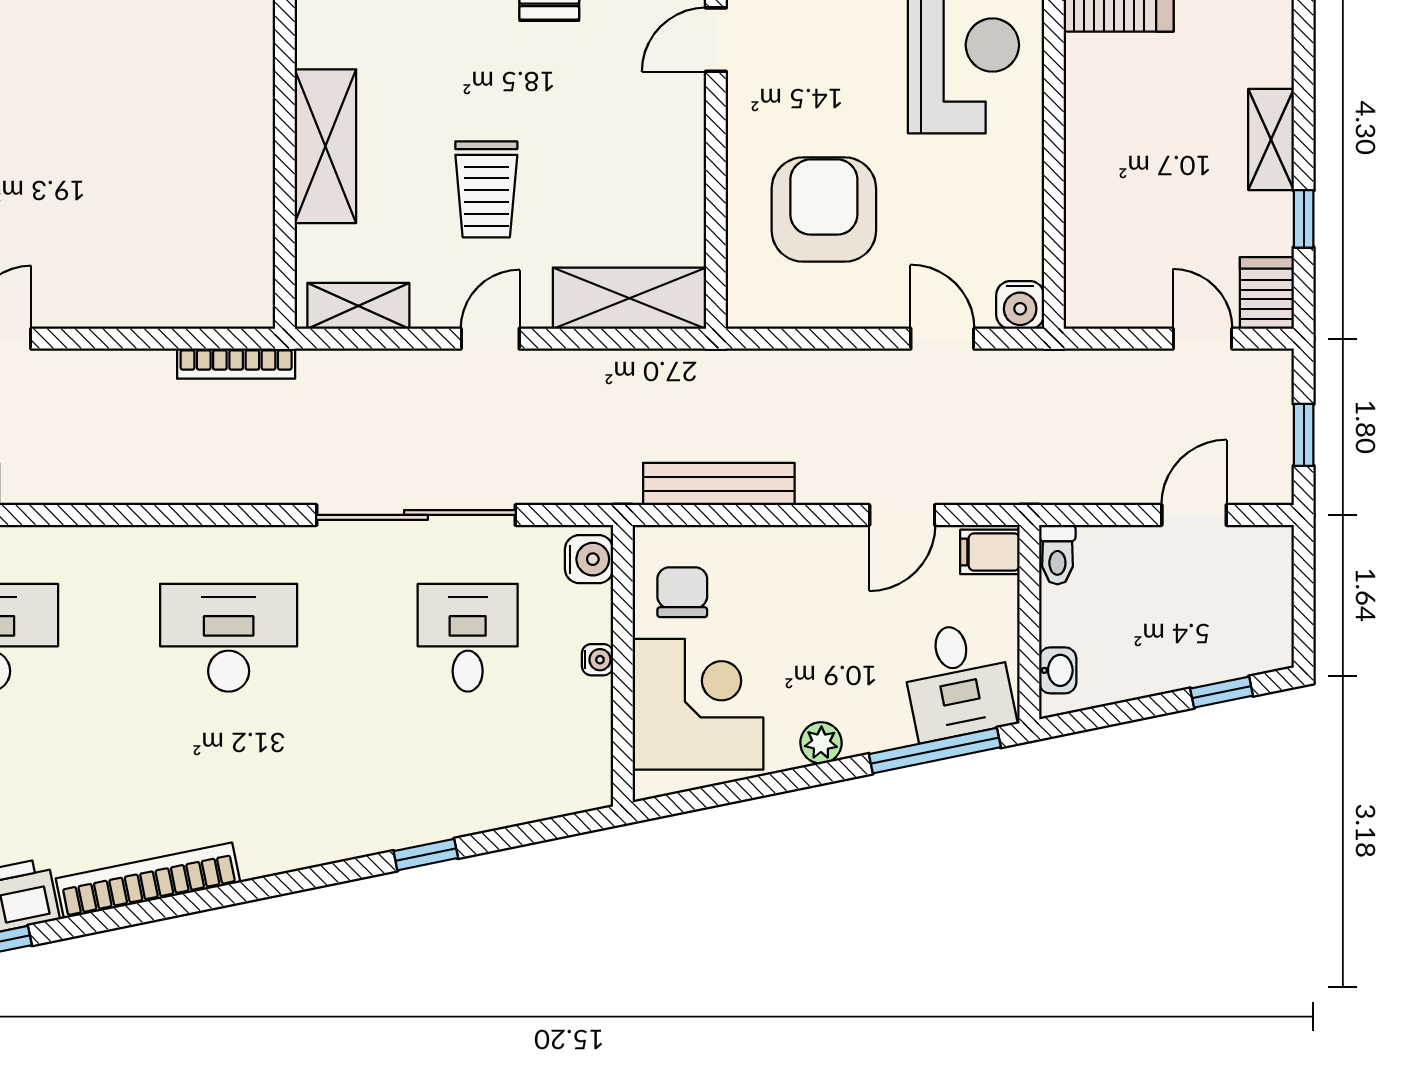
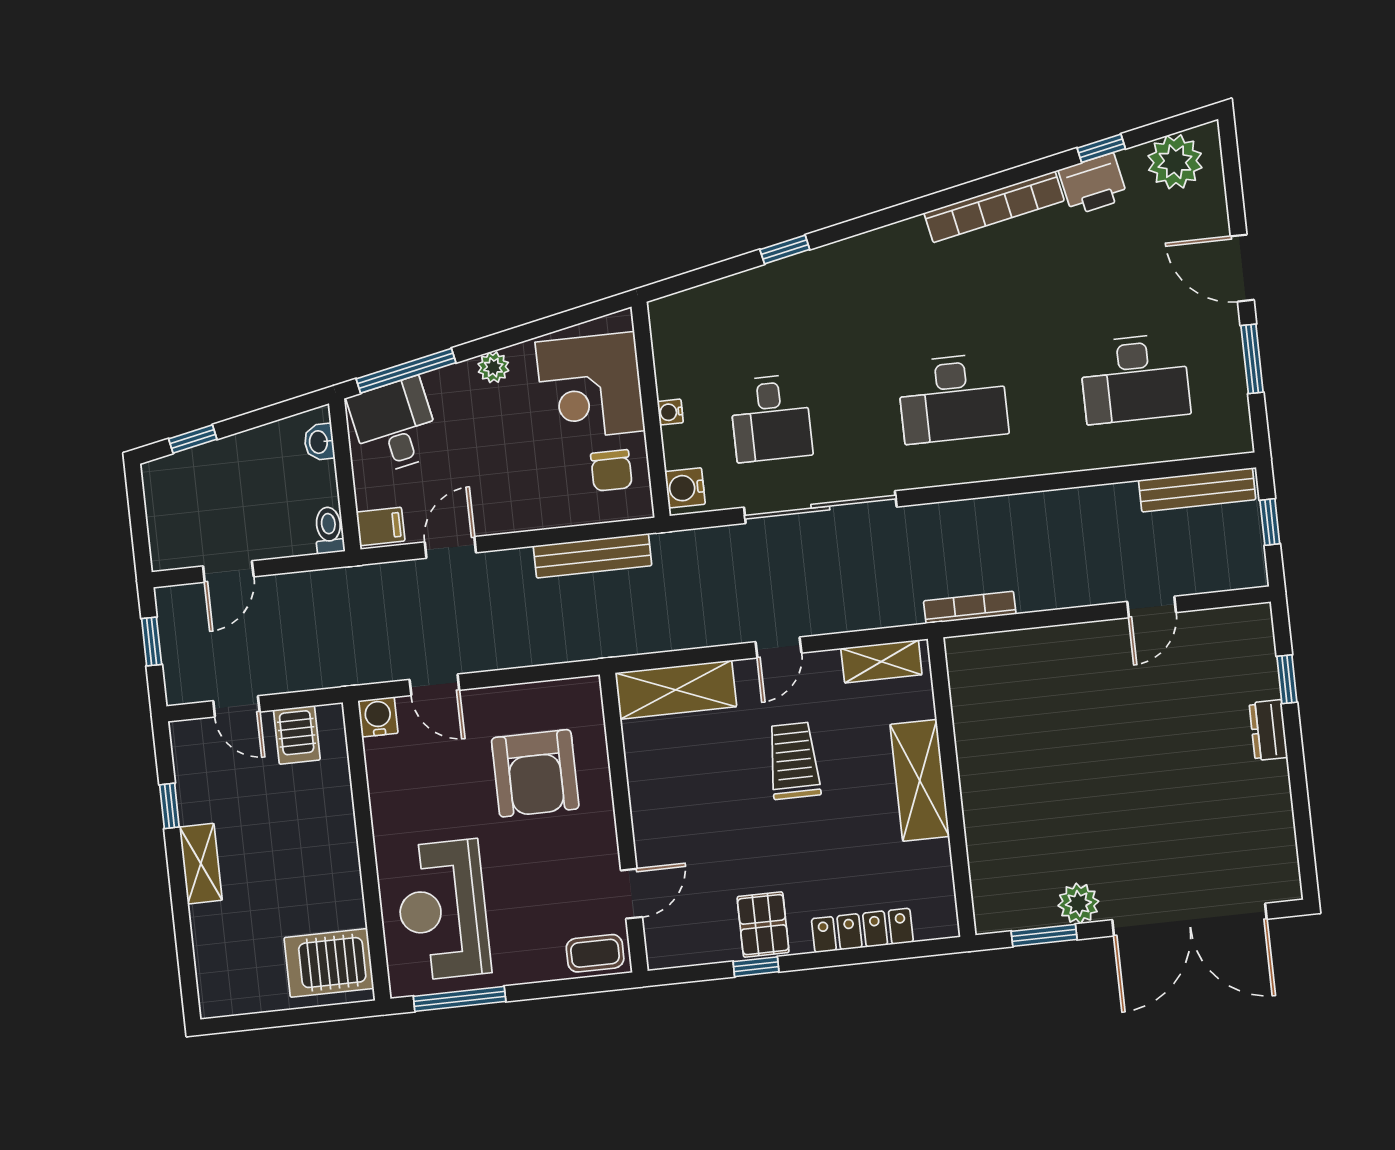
server rack: (1267, 293) -> (297, 735), moved

